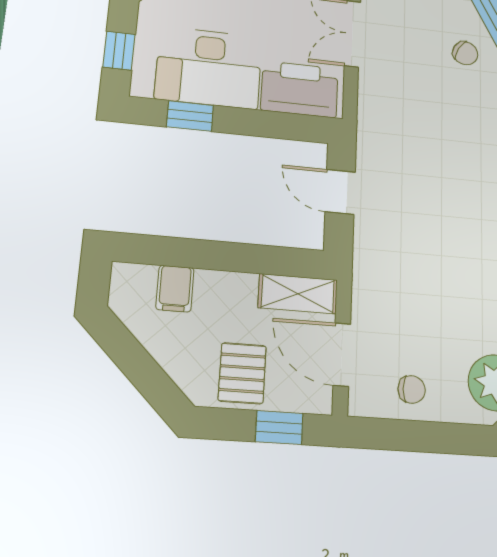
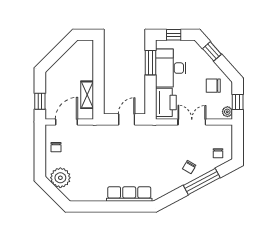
window: (190, 116) -> (151, 63), width x1.50
filing cabinet: (175, 289) -> (85, 62), removed
shelving: (298, 294) -> (87, 95), moved
pallet: (242, 373) -> (58, 88), removed

